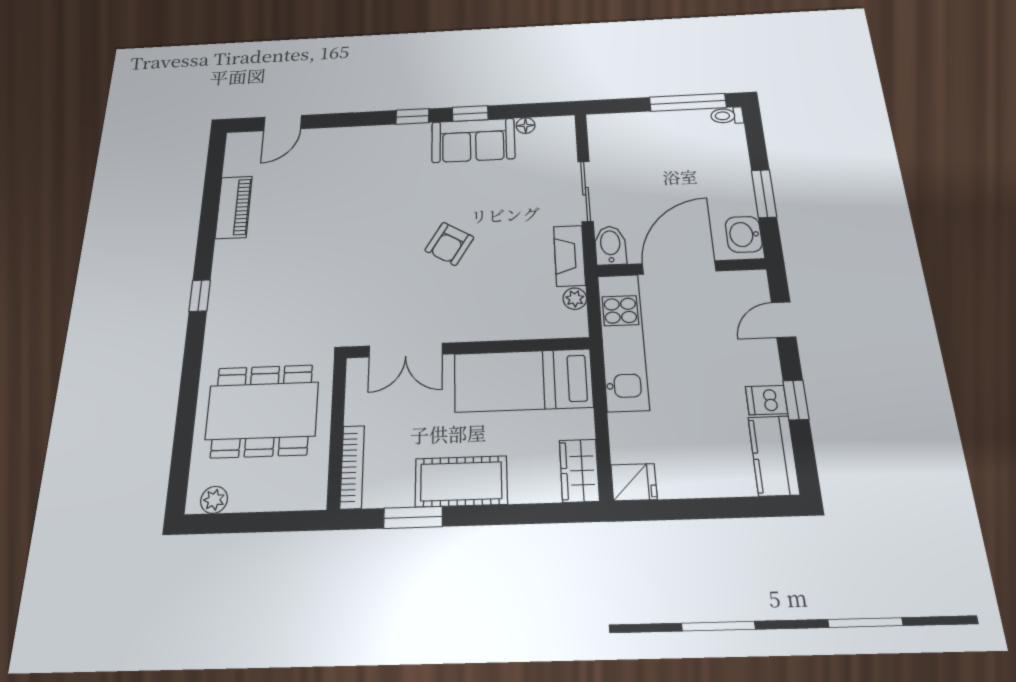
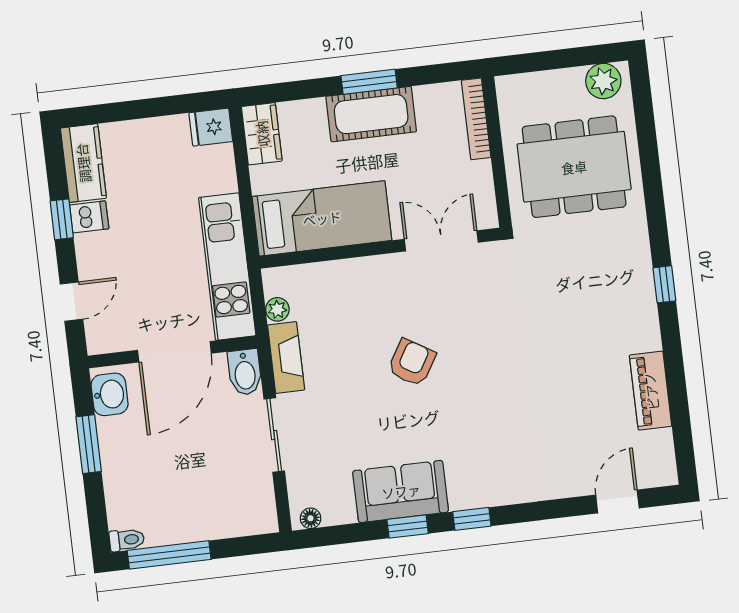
floor lamp: (526, 125) -> (311, 518), moved
plant: (214, 500) -> (603, 81), width x1.38, depth x1.38
window: (413, 517) -> (369, 82), moved

